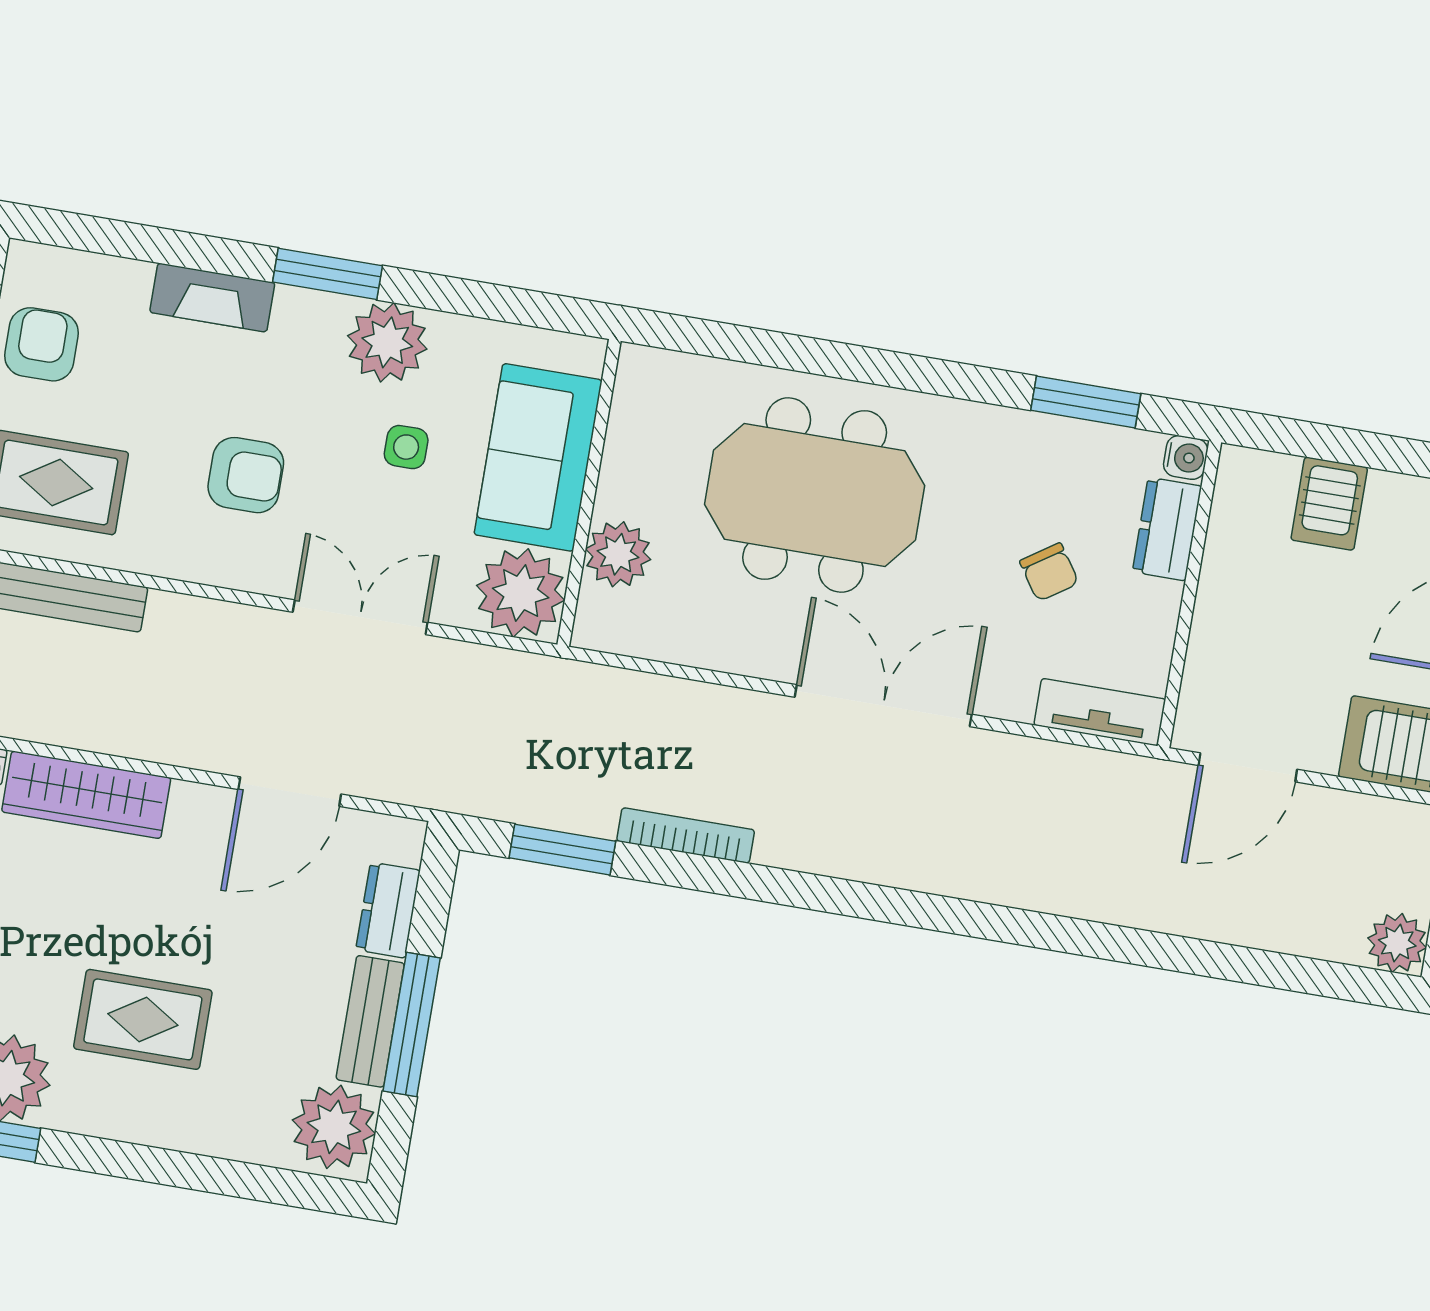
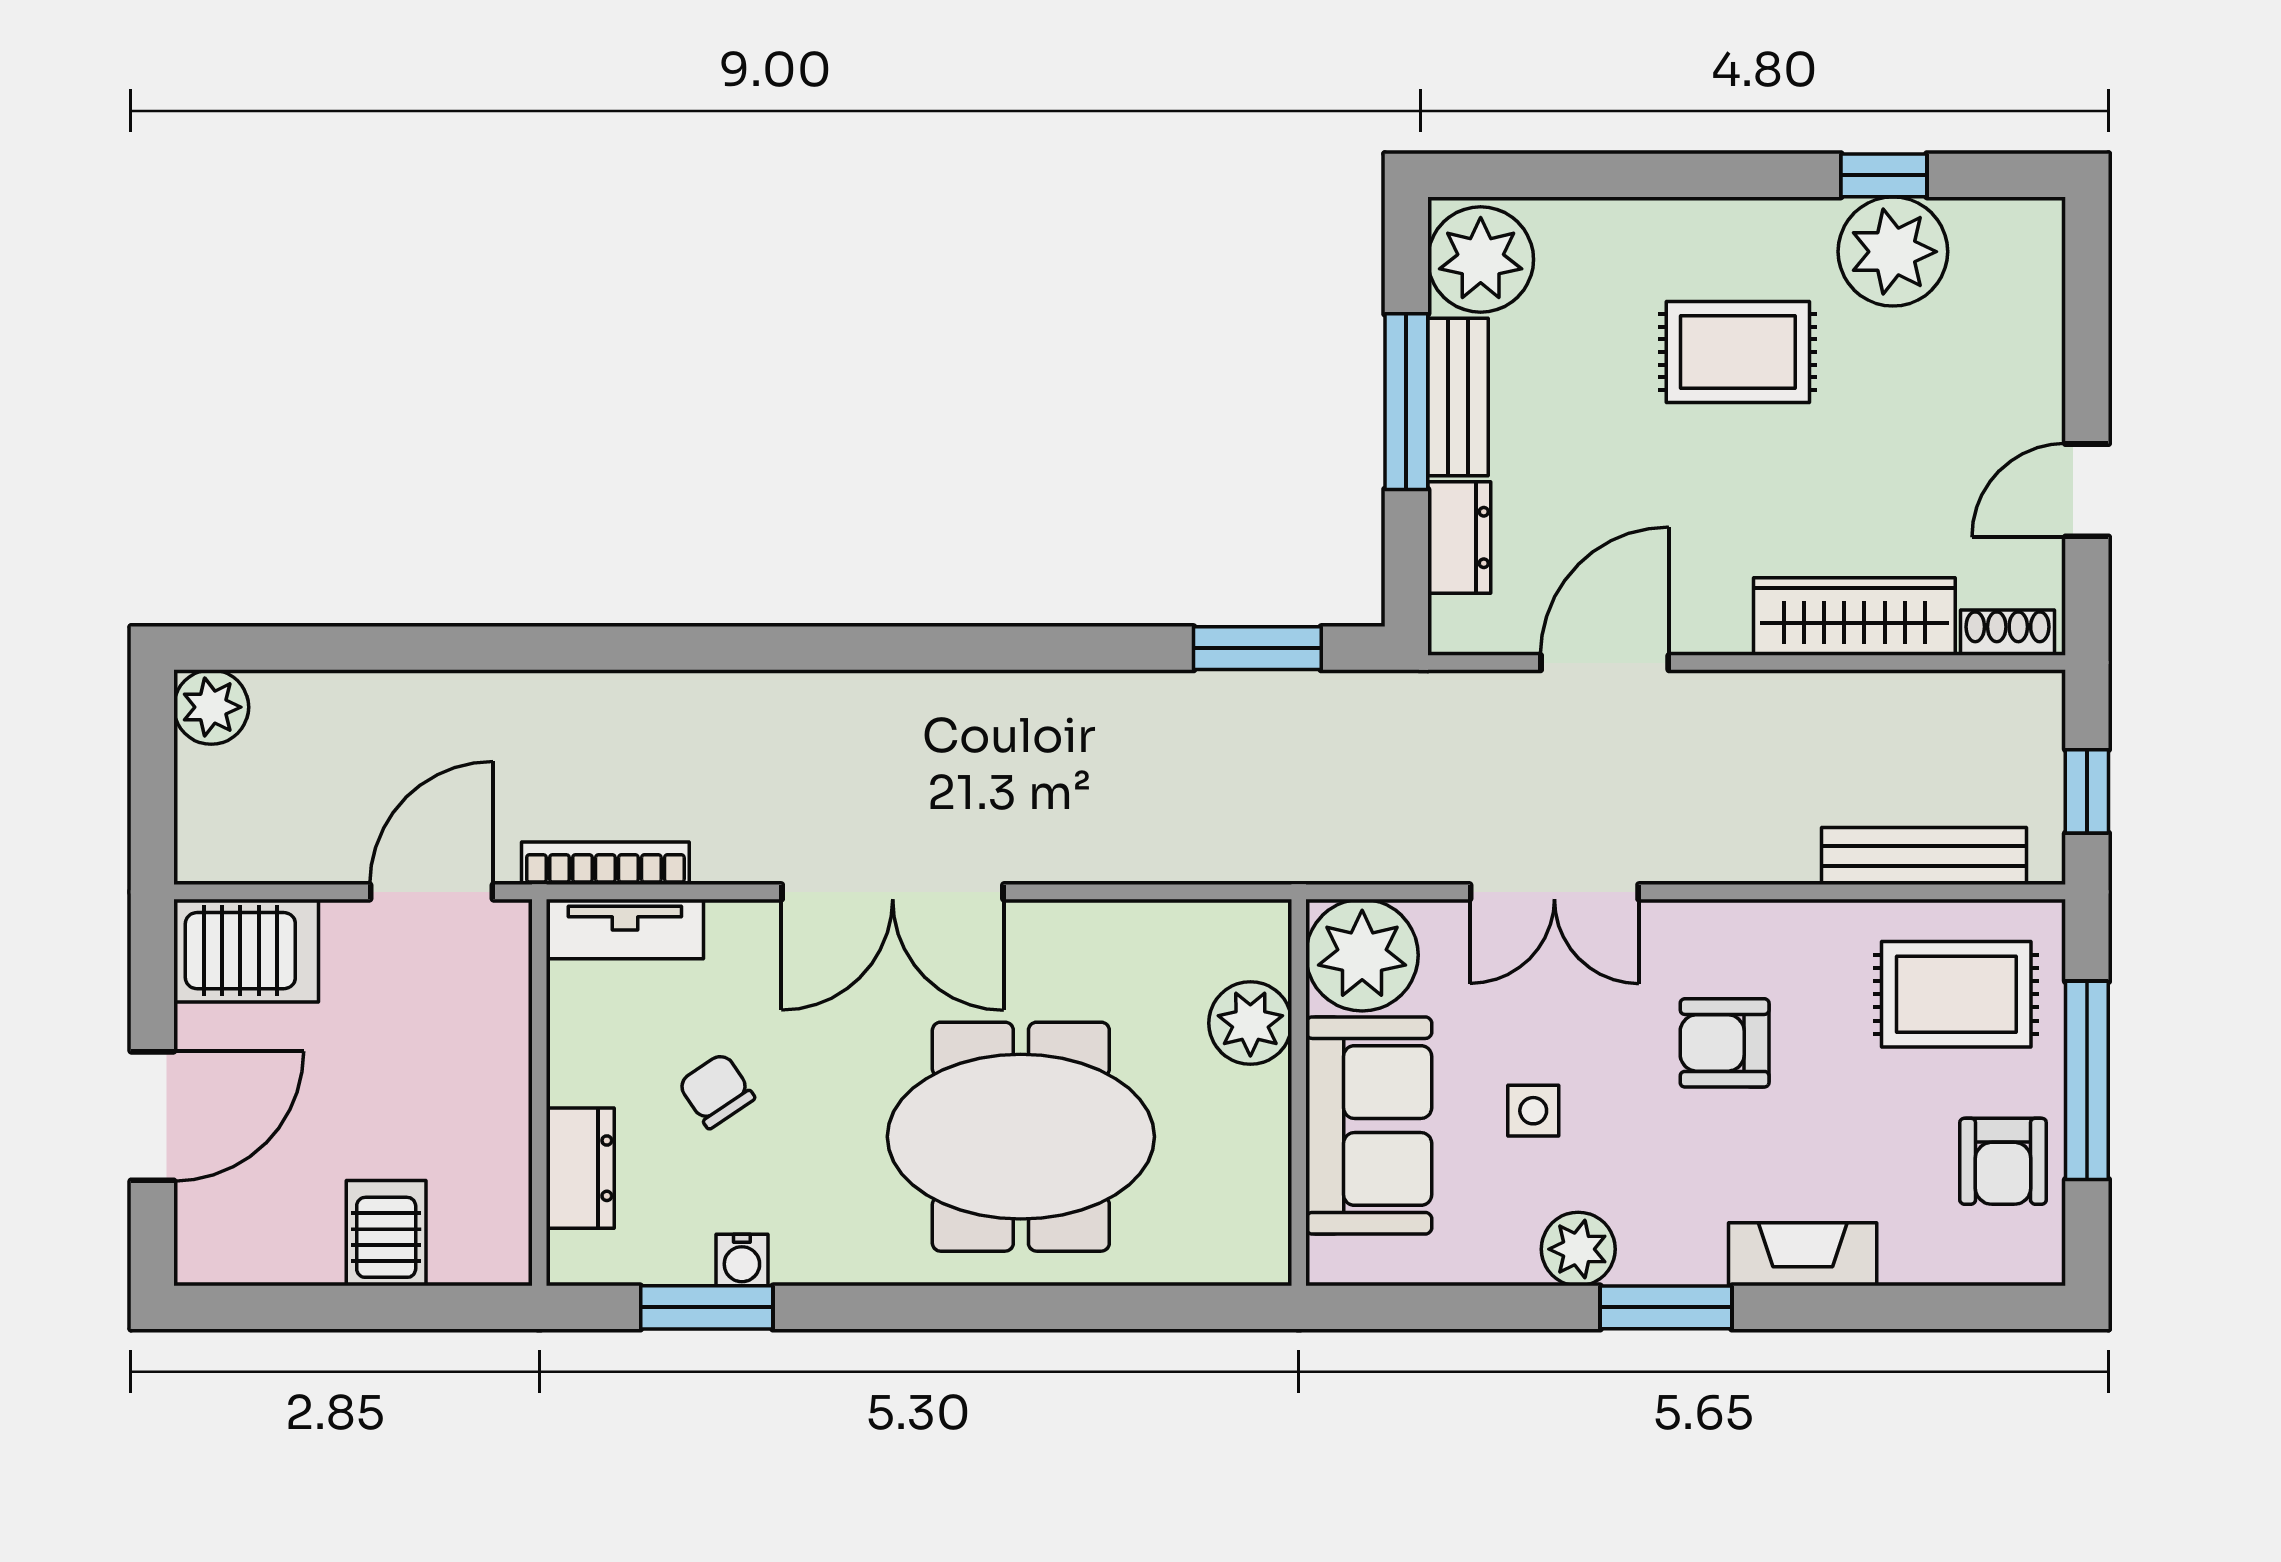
plant: (387, 342) -> (1578, 1249), width x0.73, depth x0.73
water cooler: (1186, 457) -> (742, 1260), moved, turned -90
bookcase: (686, 835) -> (605, 863), moved, turned 180

